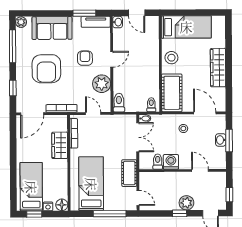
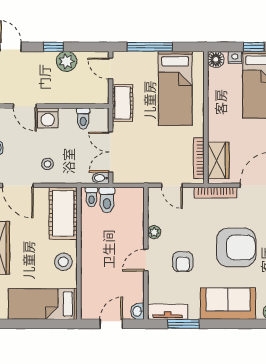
door: (137, 13) -> (111, 324), hinge flipped
armchair: (46, 69) -> (236, 247), turned 90
plant: (102, 84) -> (154, 232), width x0.53, depth x0.53
toilet: (119, 103) -> (107, 200), moved
wardrobe: (60, 145) -> (218, 160), moved
washing machine: (171, 162) -> (48, 118), moved
plant: (186, 203) -> (67, 61), moved

